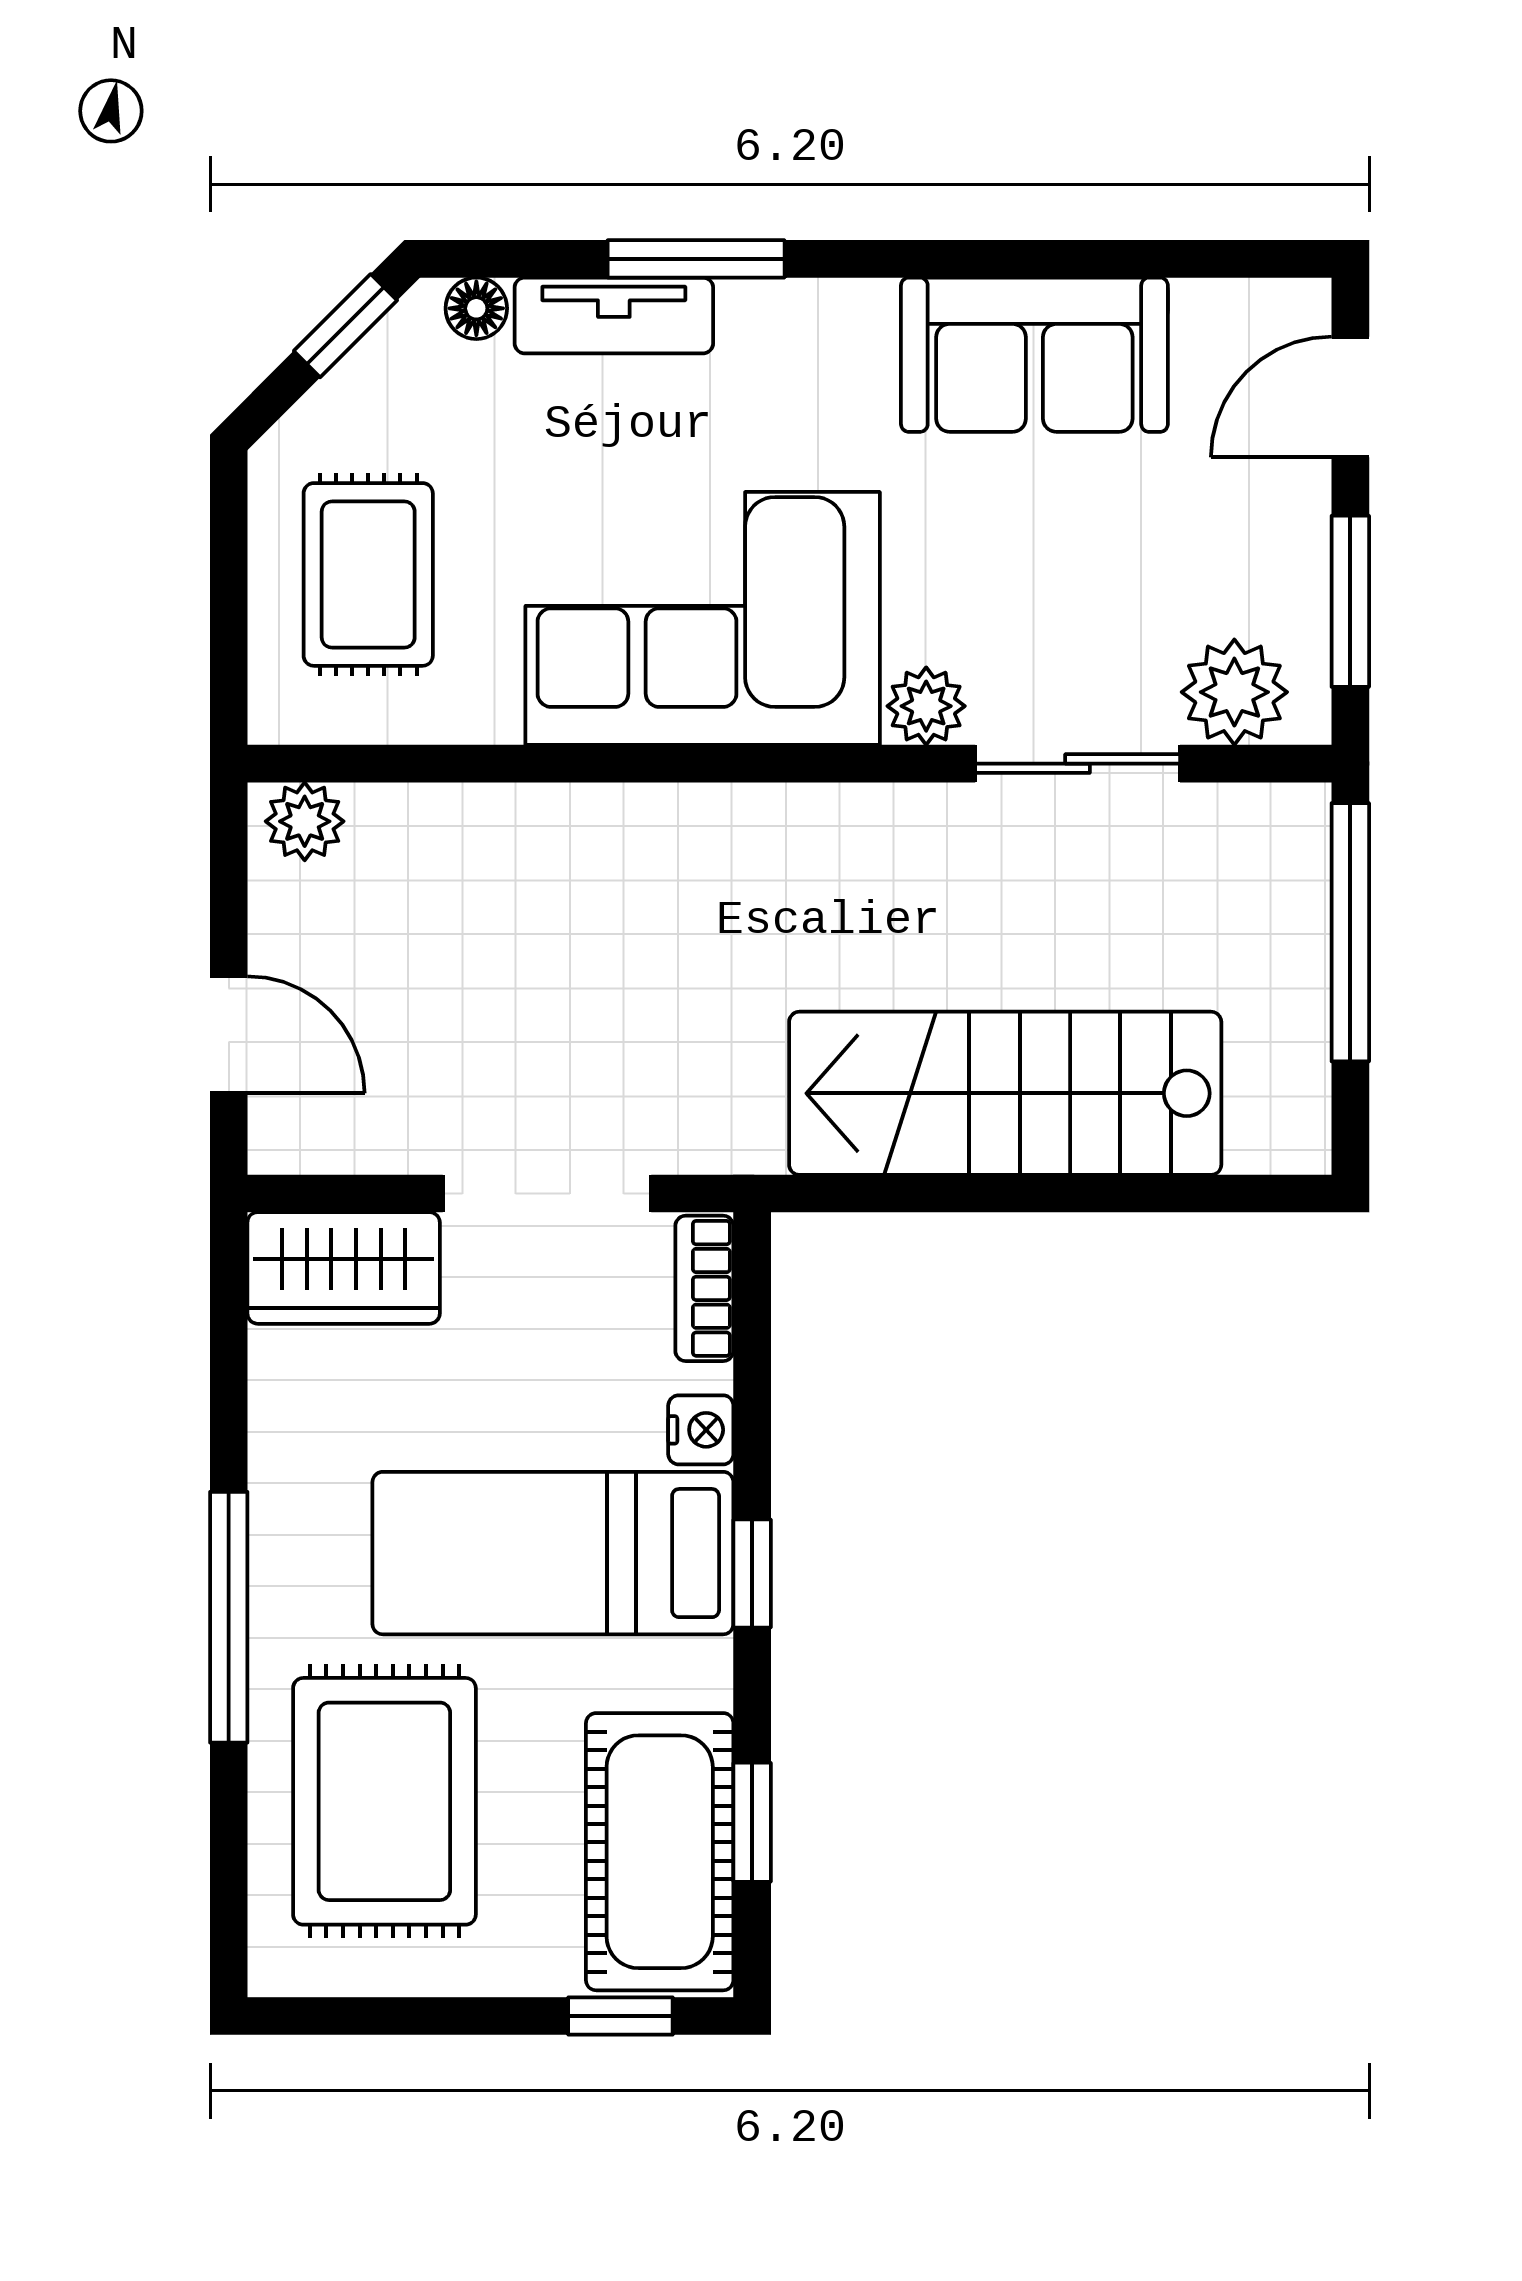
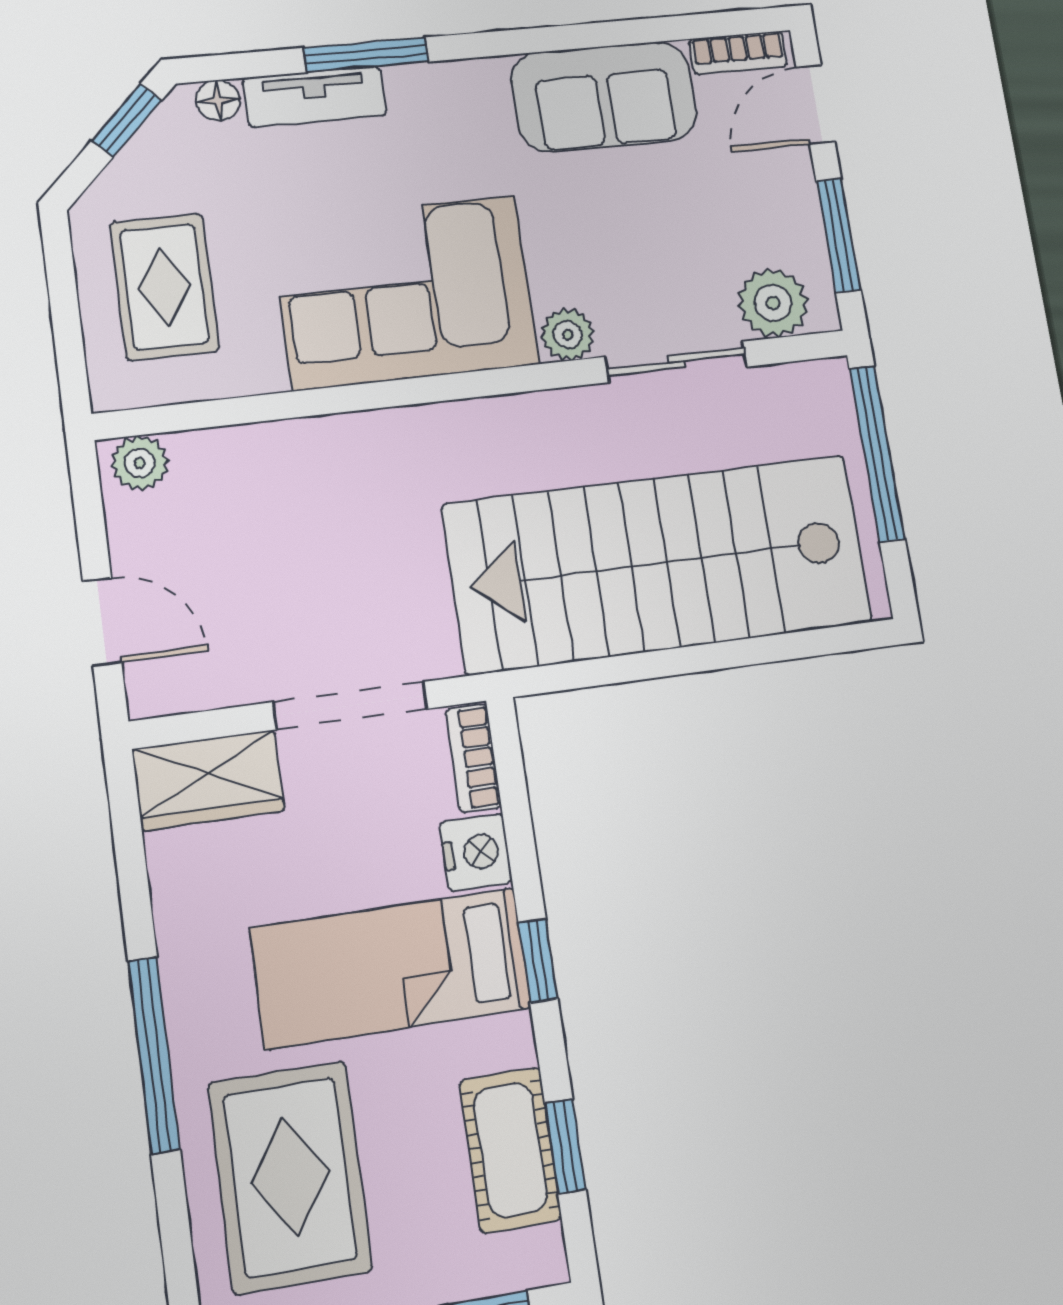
bookcase: (1247, 306) -> (738, 53), added
stairs: (1005, 1093) -> (659, 563), width x1.36, depth x1.51
nightstand: (701, 1430) -> (476, 852), width x1.39, depth x1.35
cot: (660, 1852) -> (511, 1150), width x0.73, depth x0.75

